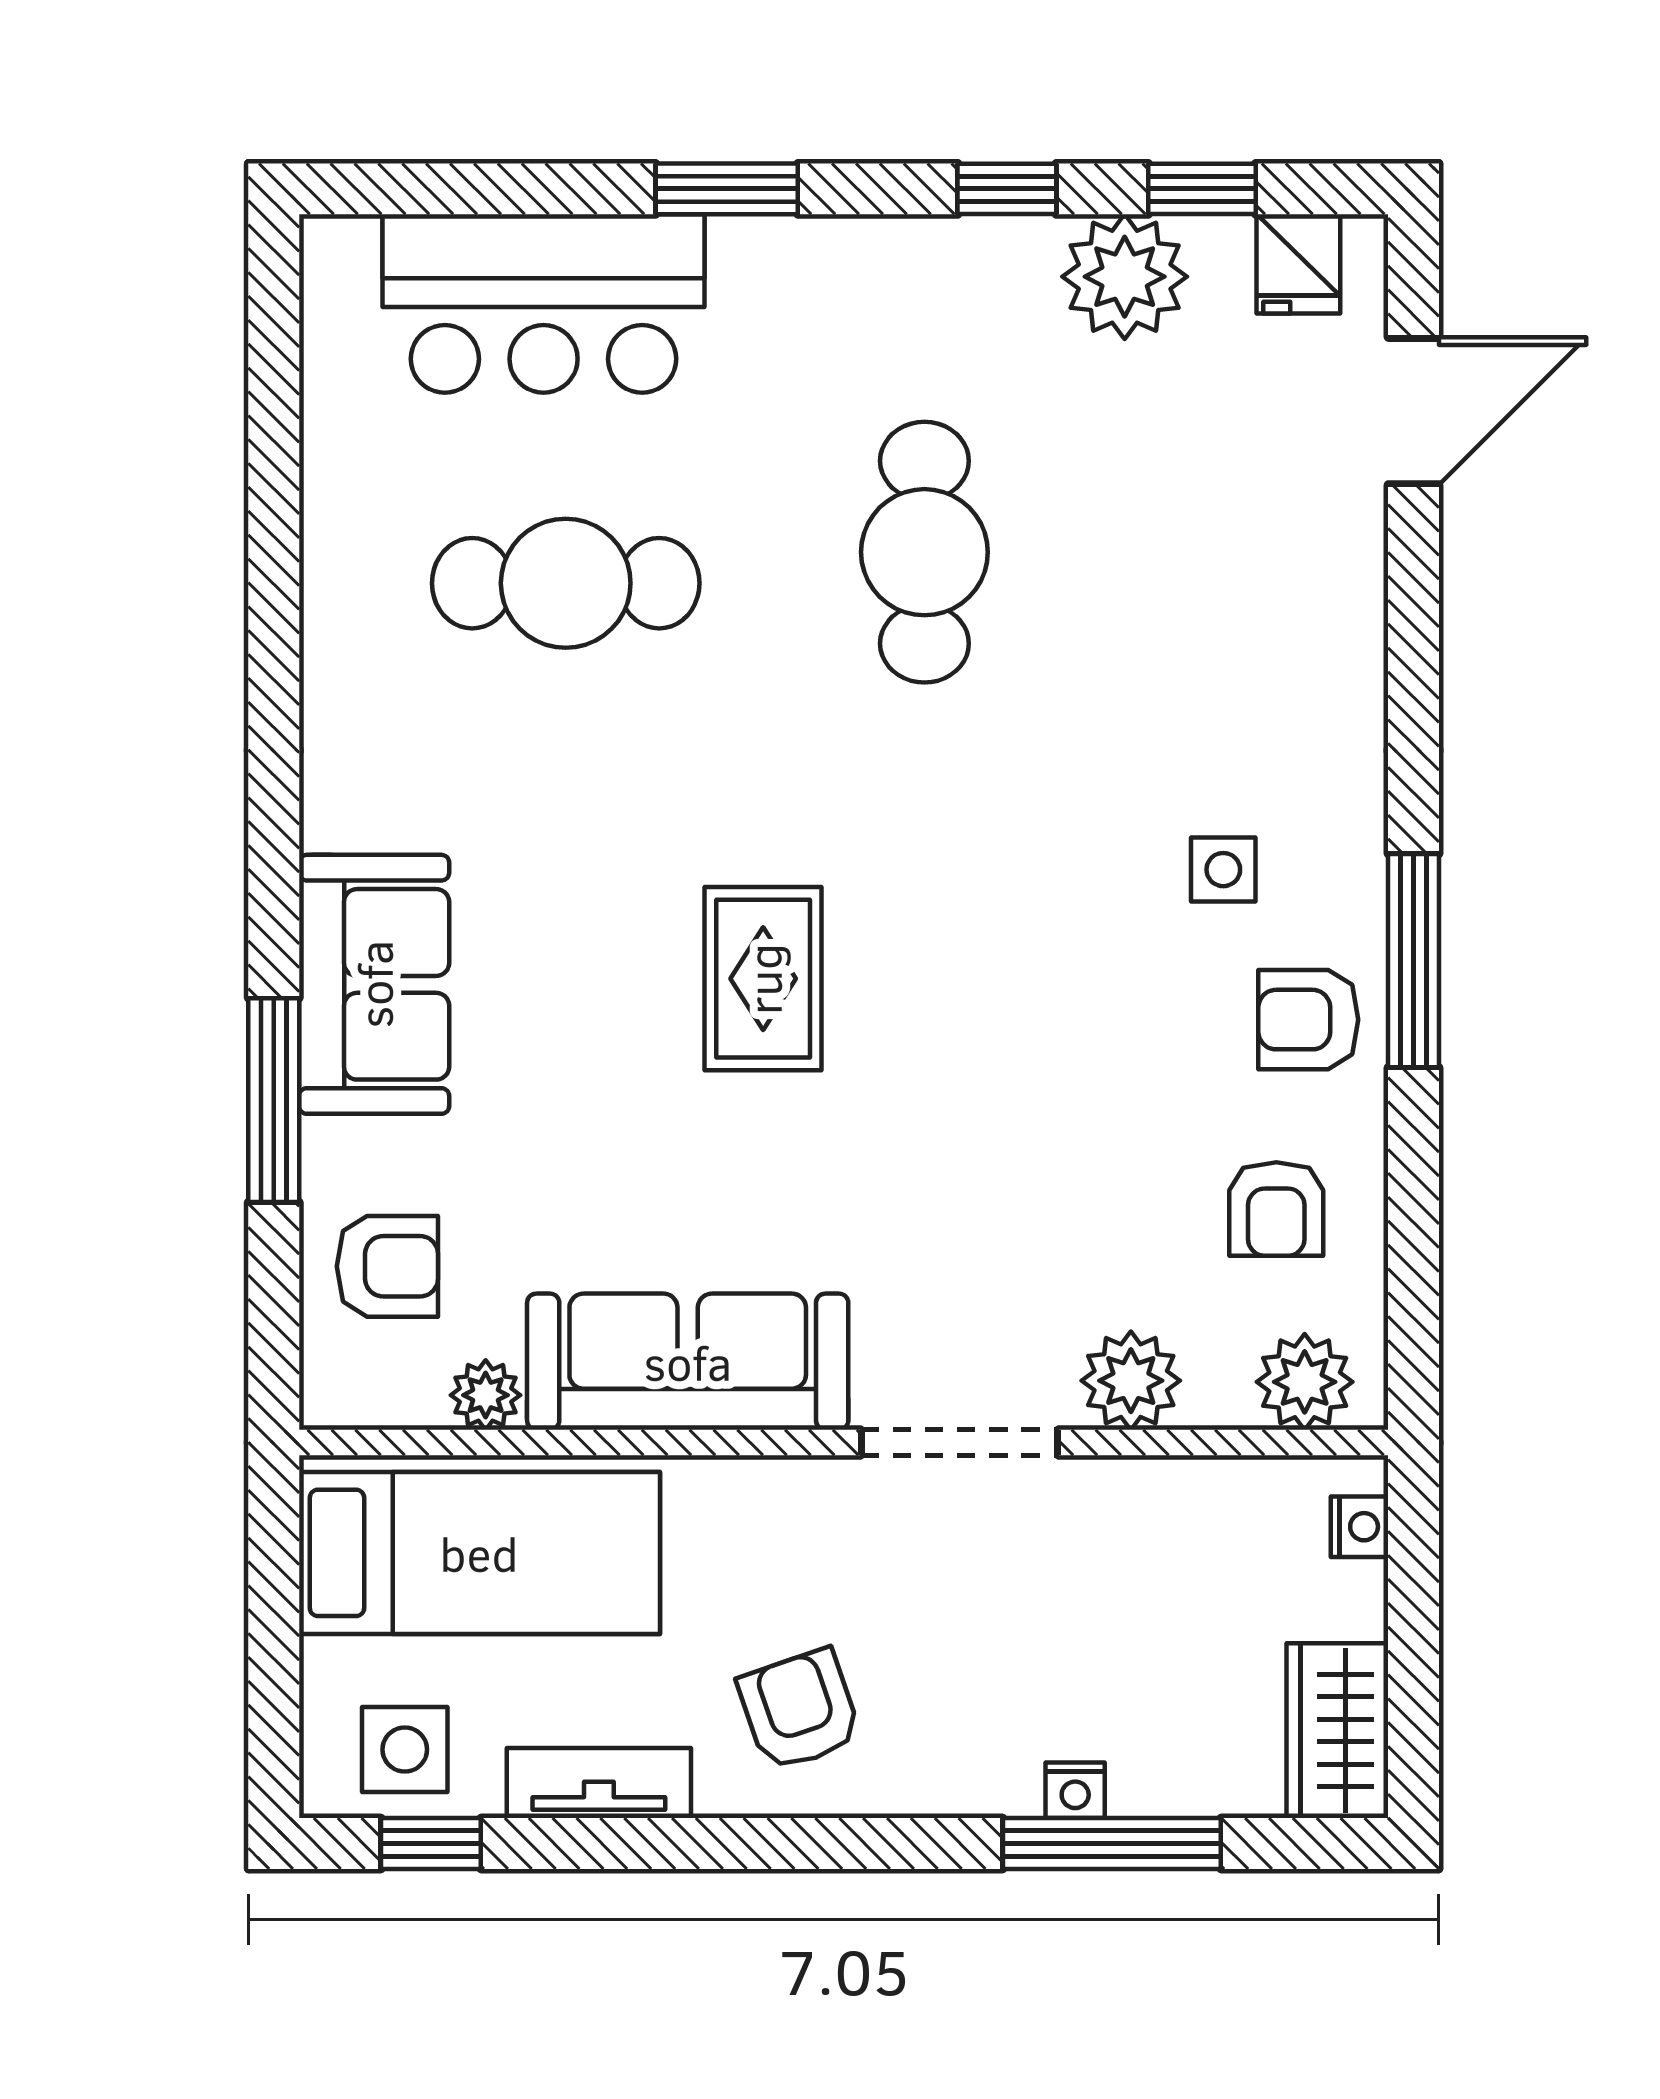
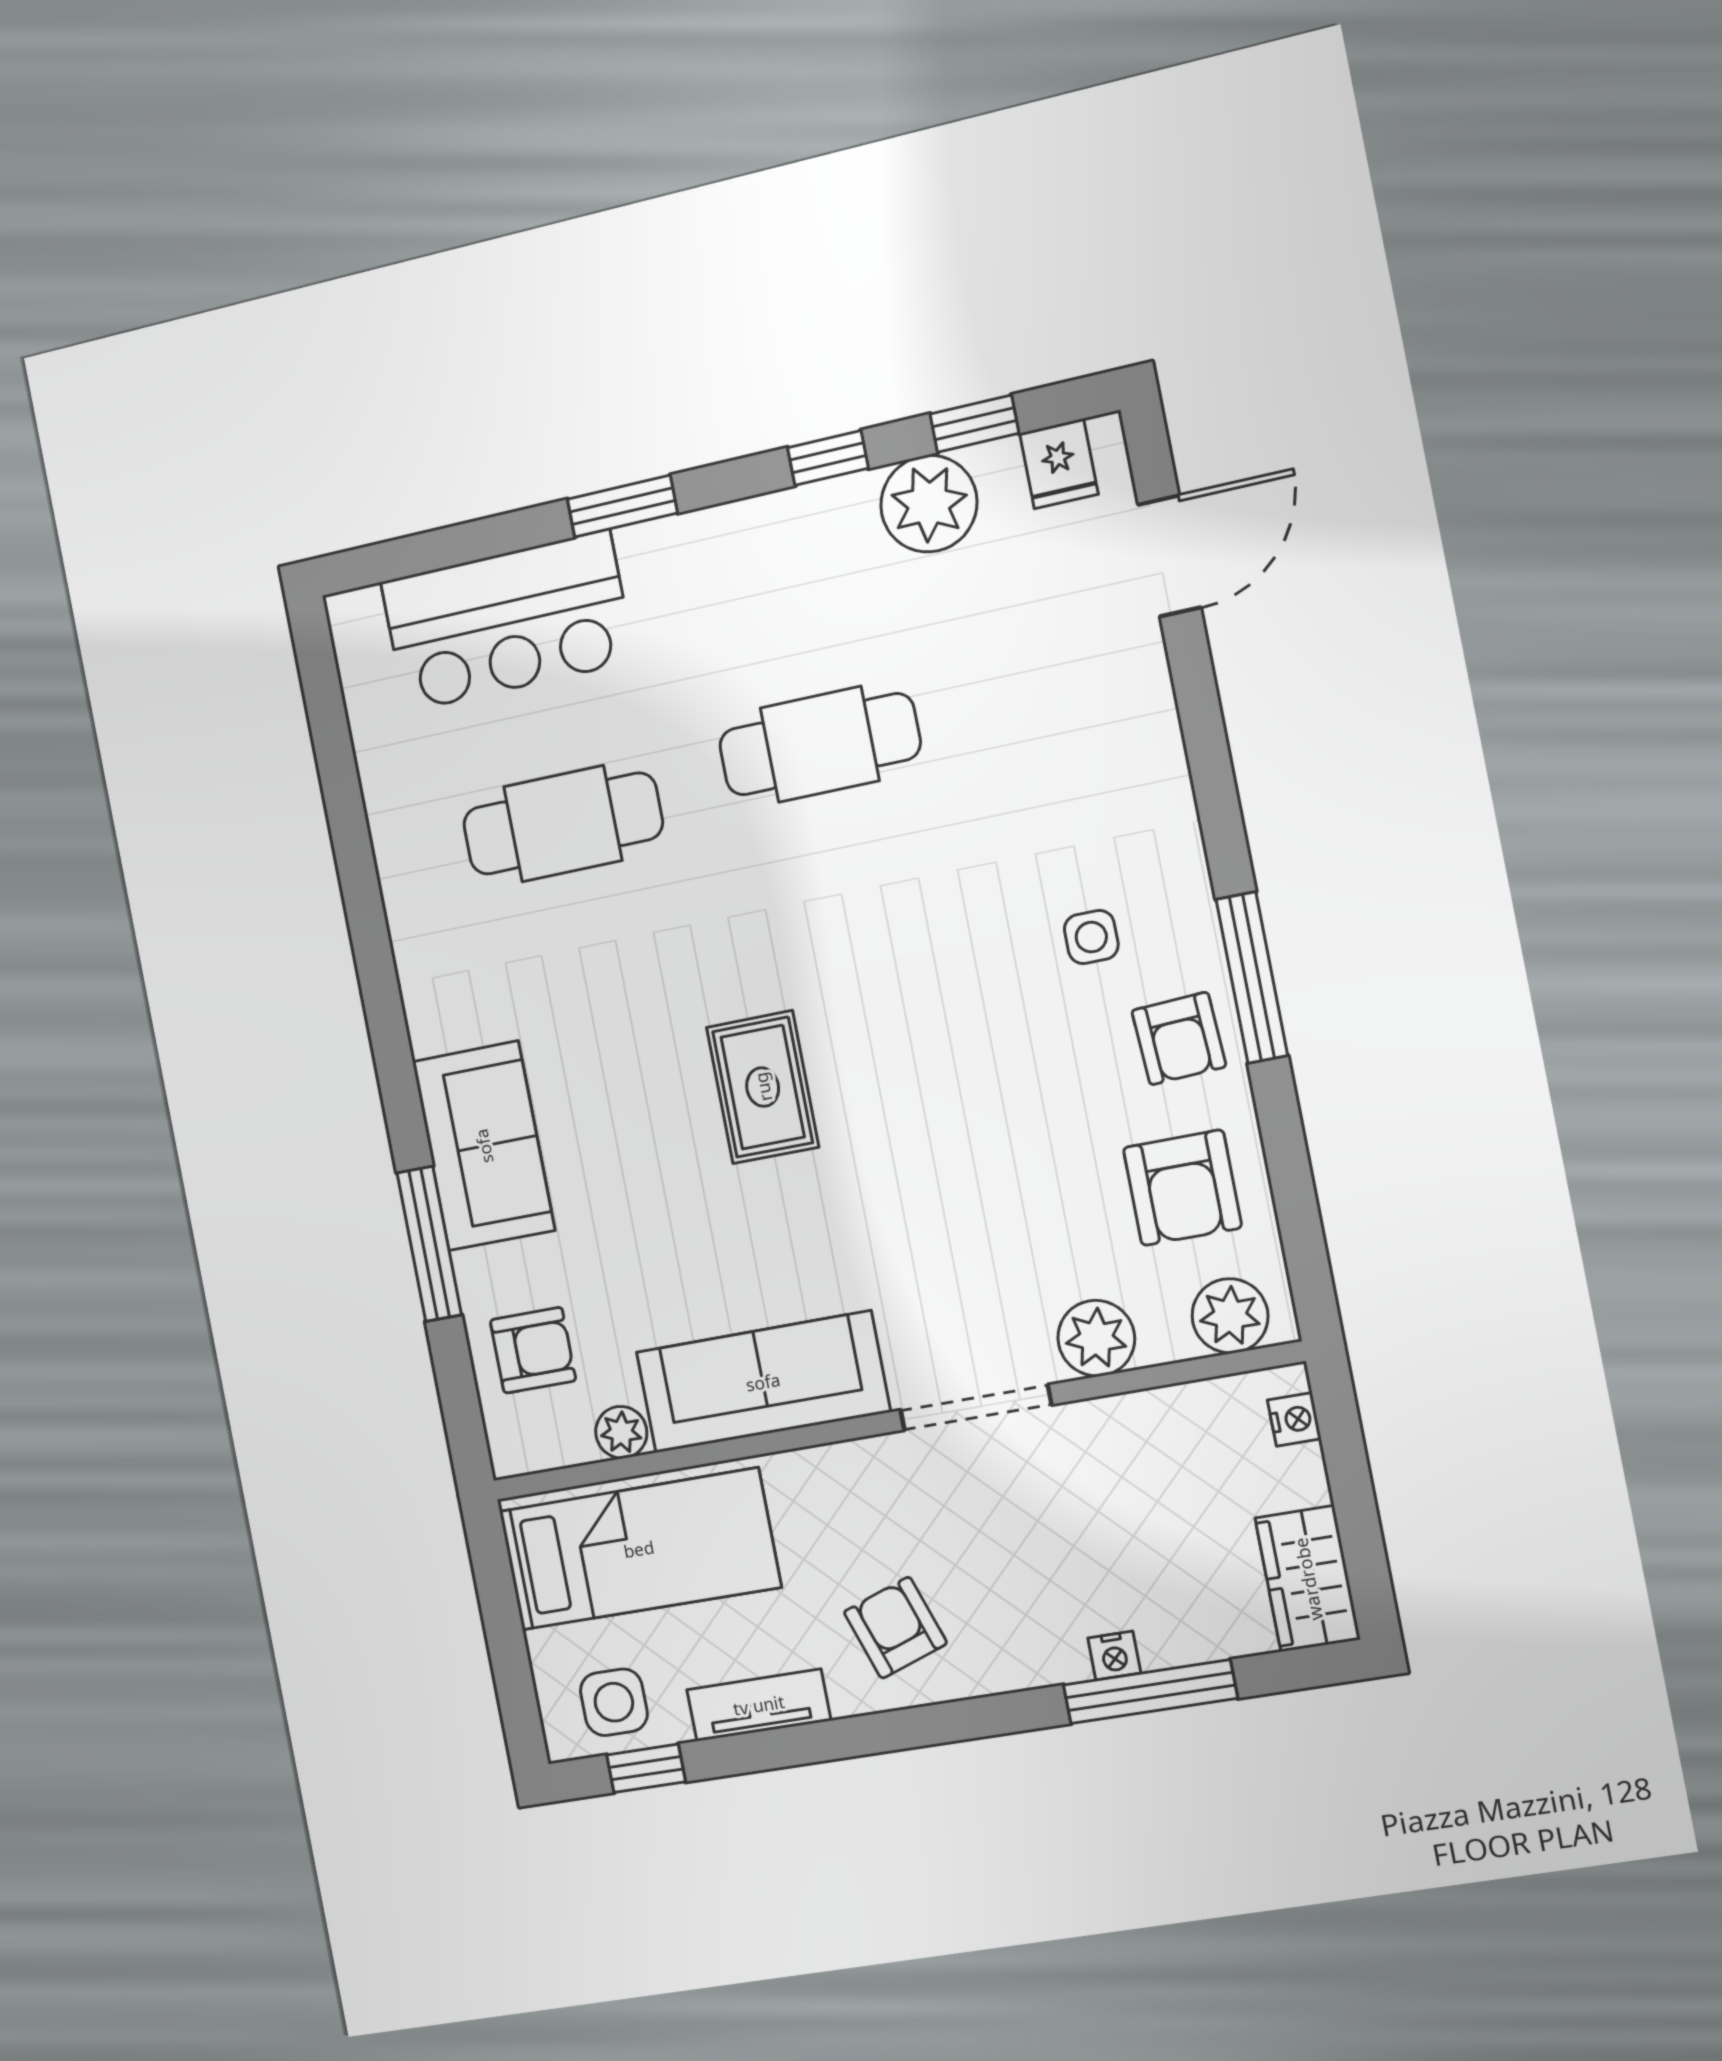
cafe table: (924, 552) -> (820, 744), turned 90
armchair: (1308, 1020) -> (1179, 1038), turned -93
armchair: (1276, 1209) -> (1182, 1188), width x1.38, depth x1.38

